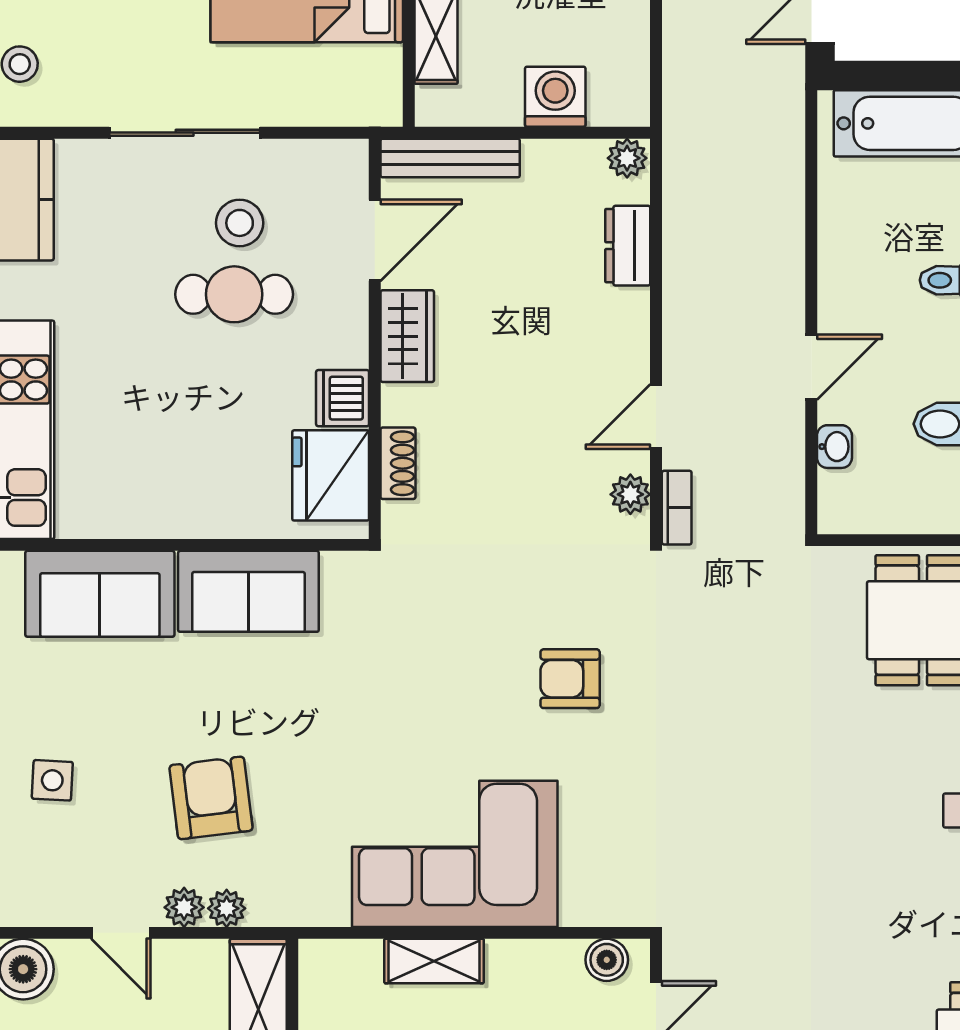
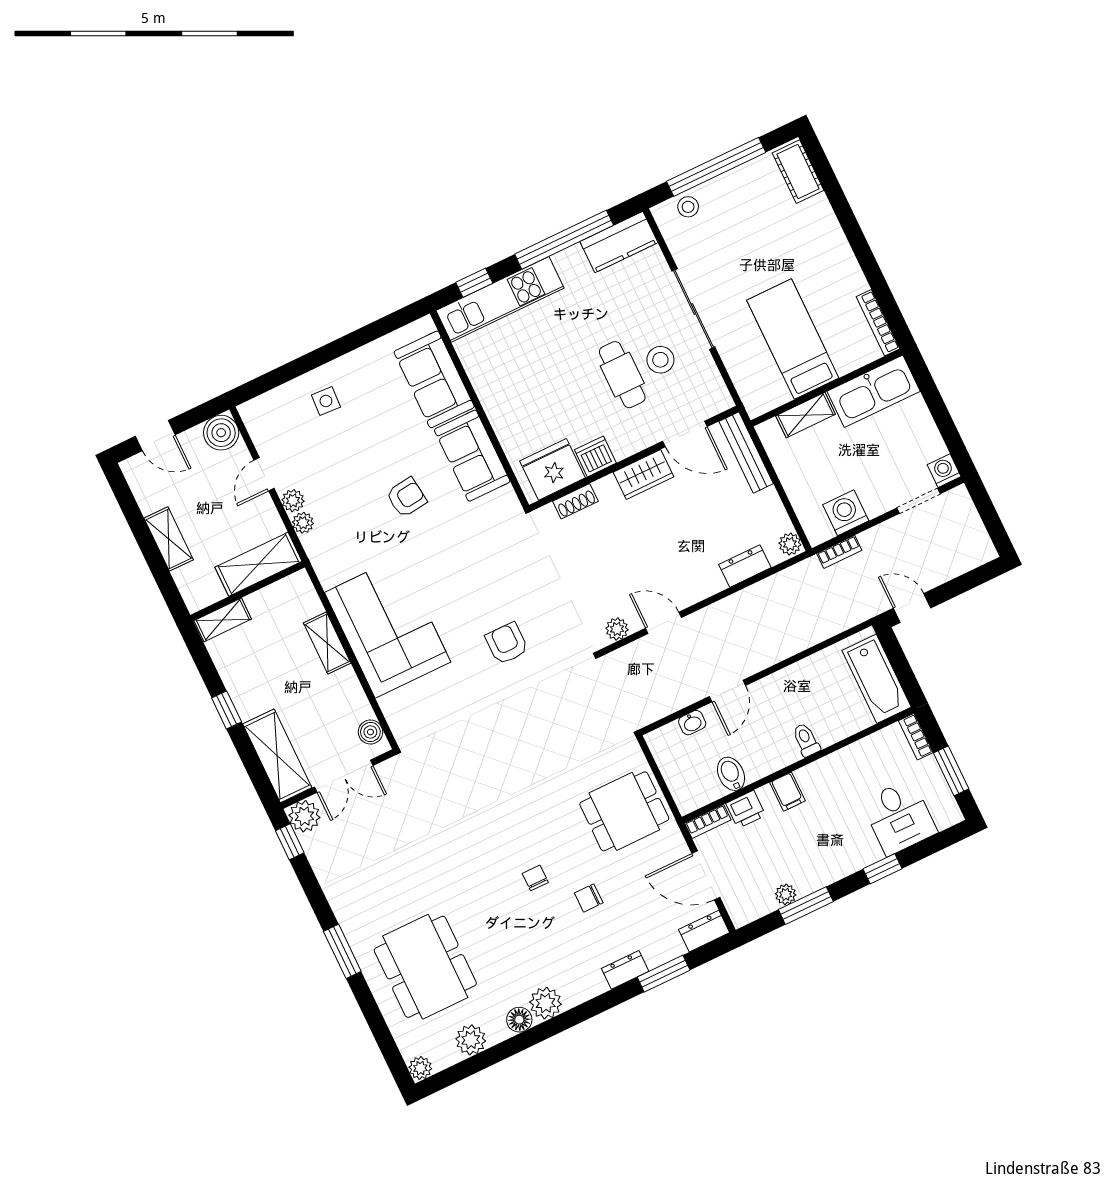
washing machine: (555, 97) -> (846, 513), moved, turned -90
door: (811, 367) -> (727, 691), hinge flipped
bookcase: (677, 508) -> (839, 552), moved
armchair: (211, 798) -> (406, 497), moved, width x0.72, depth x0.72

